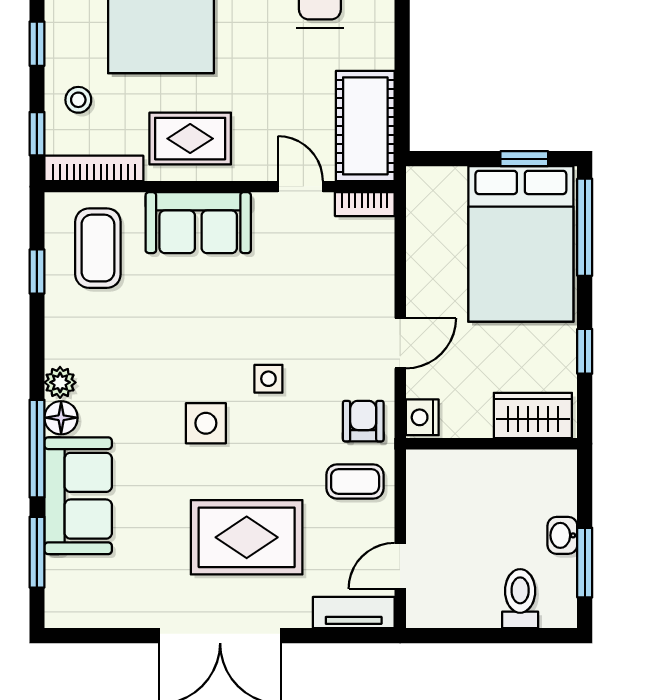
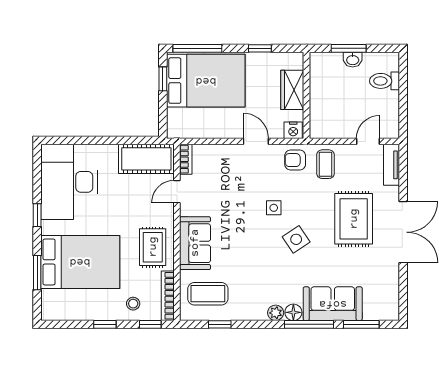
wardrobe: (533, 415) -> (292, 90), moved
side table: (206, 423) -> (296, 239), turned -34
window: (585, 563) -> (349, 48), moved
door: (400, 566) -> (368, 141), swing flipped

